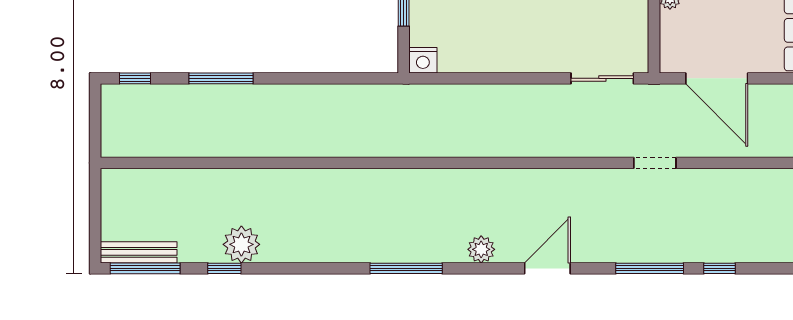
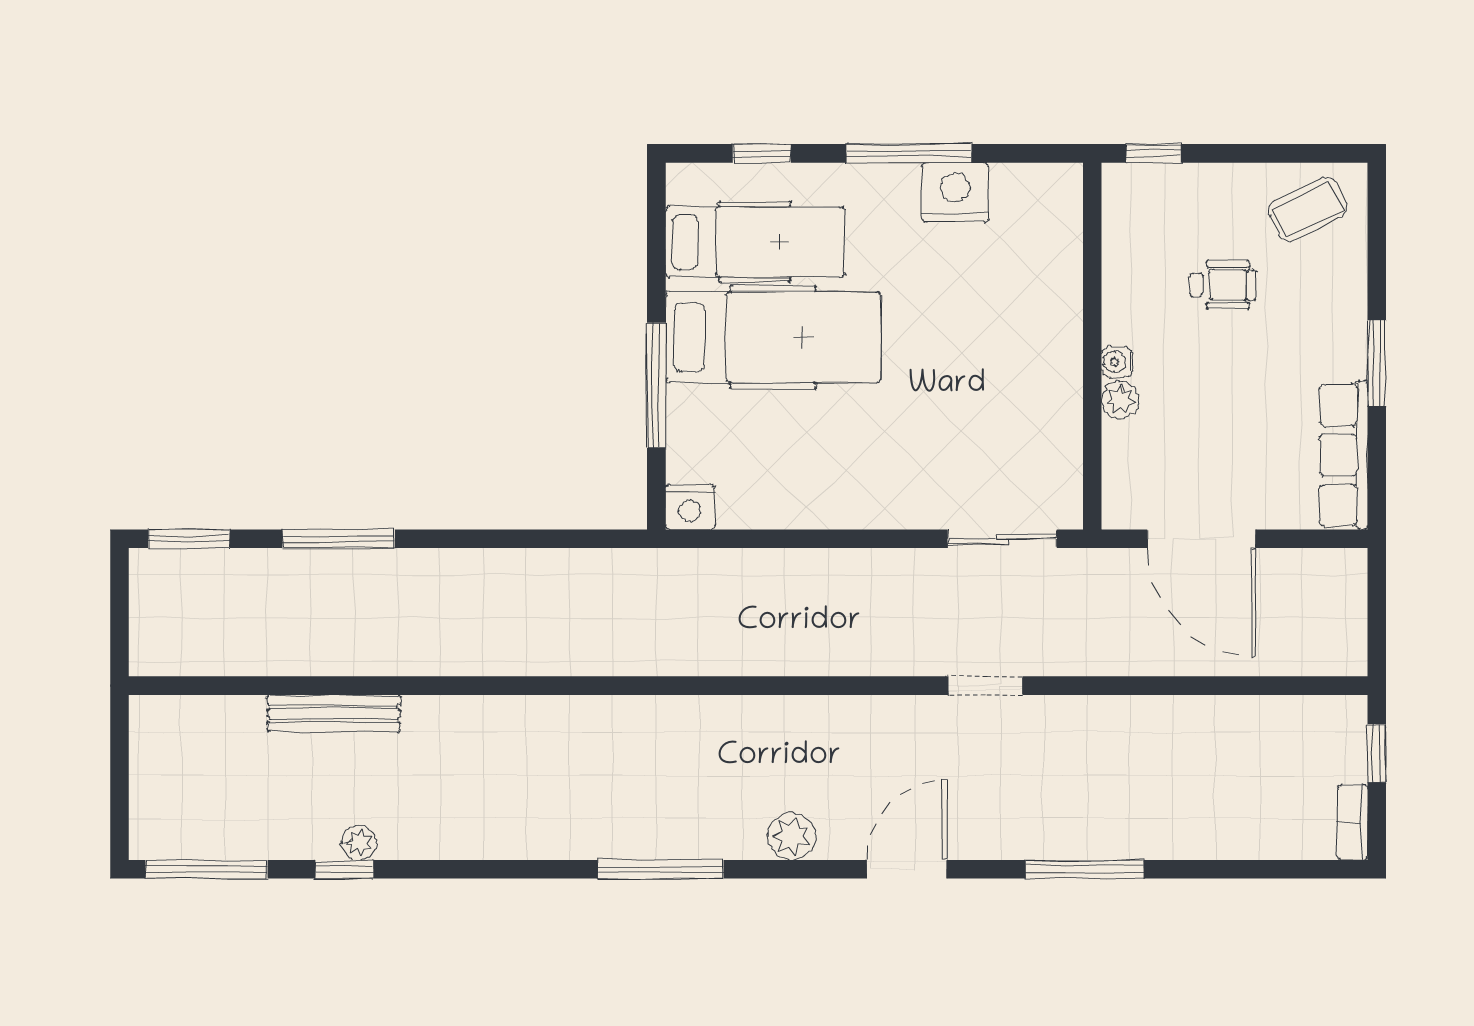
window: (135, 78) -> (189, 539), width x1.50
doorway: (655, 163) -> (986, 686), moved
plant: (241, 244) -> (359, 843), width x0.53, depth x0.53
bench: (139, 252) -> (334, 713), moved
window: (719, 268) -> (1206, 869), removed

